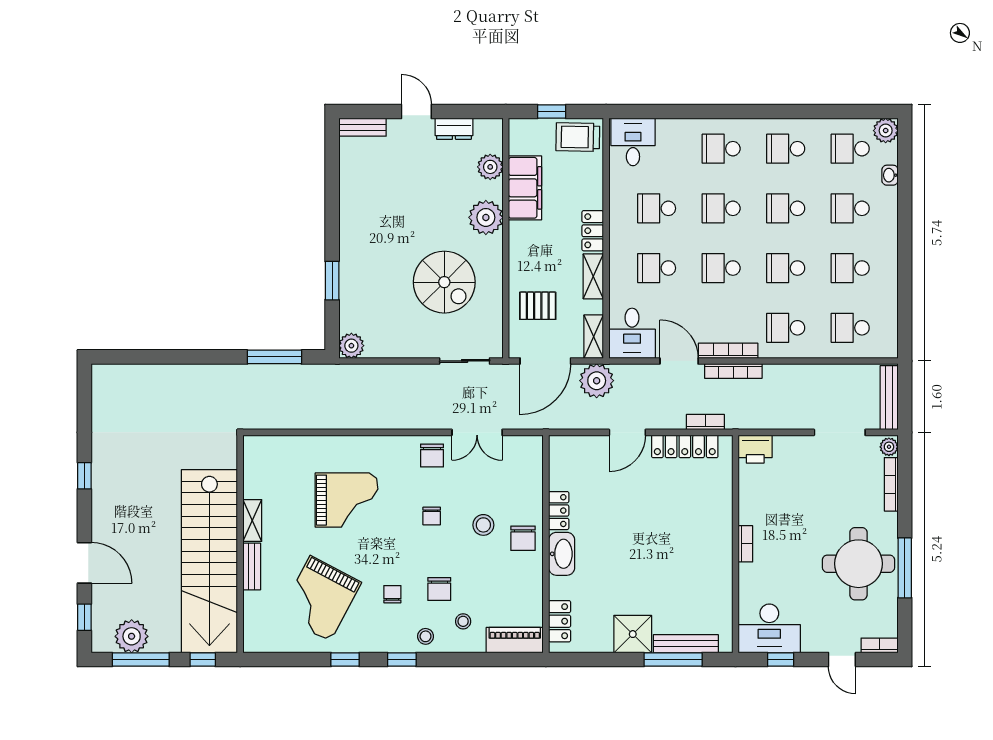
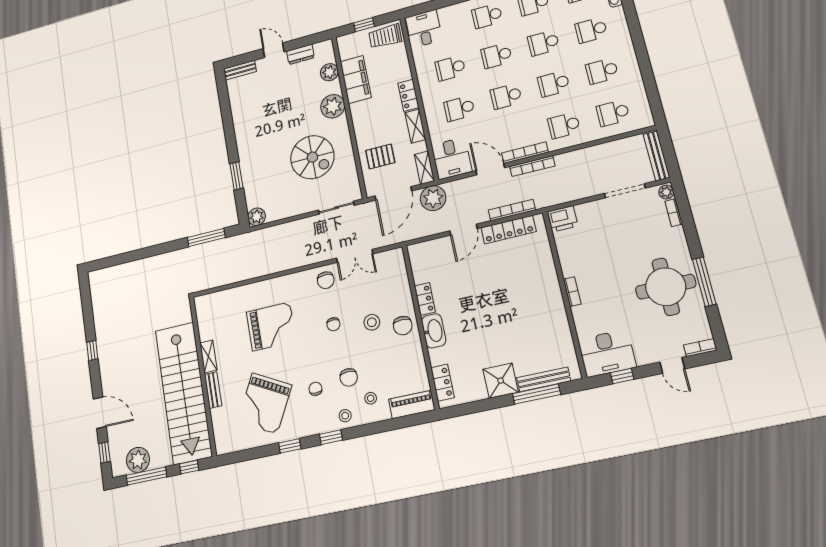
bookcase: (705, 422) -> (512, 210), width x1.56
bookcase: (891, 484) -> (674, 213), width x0.64

